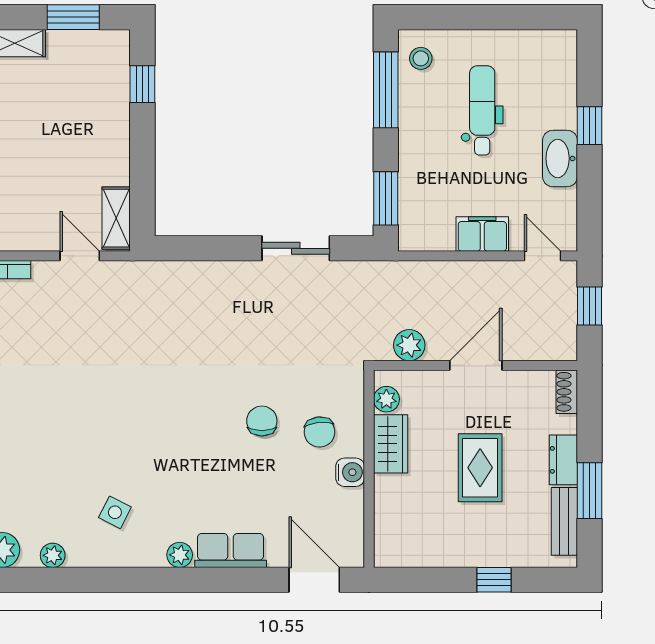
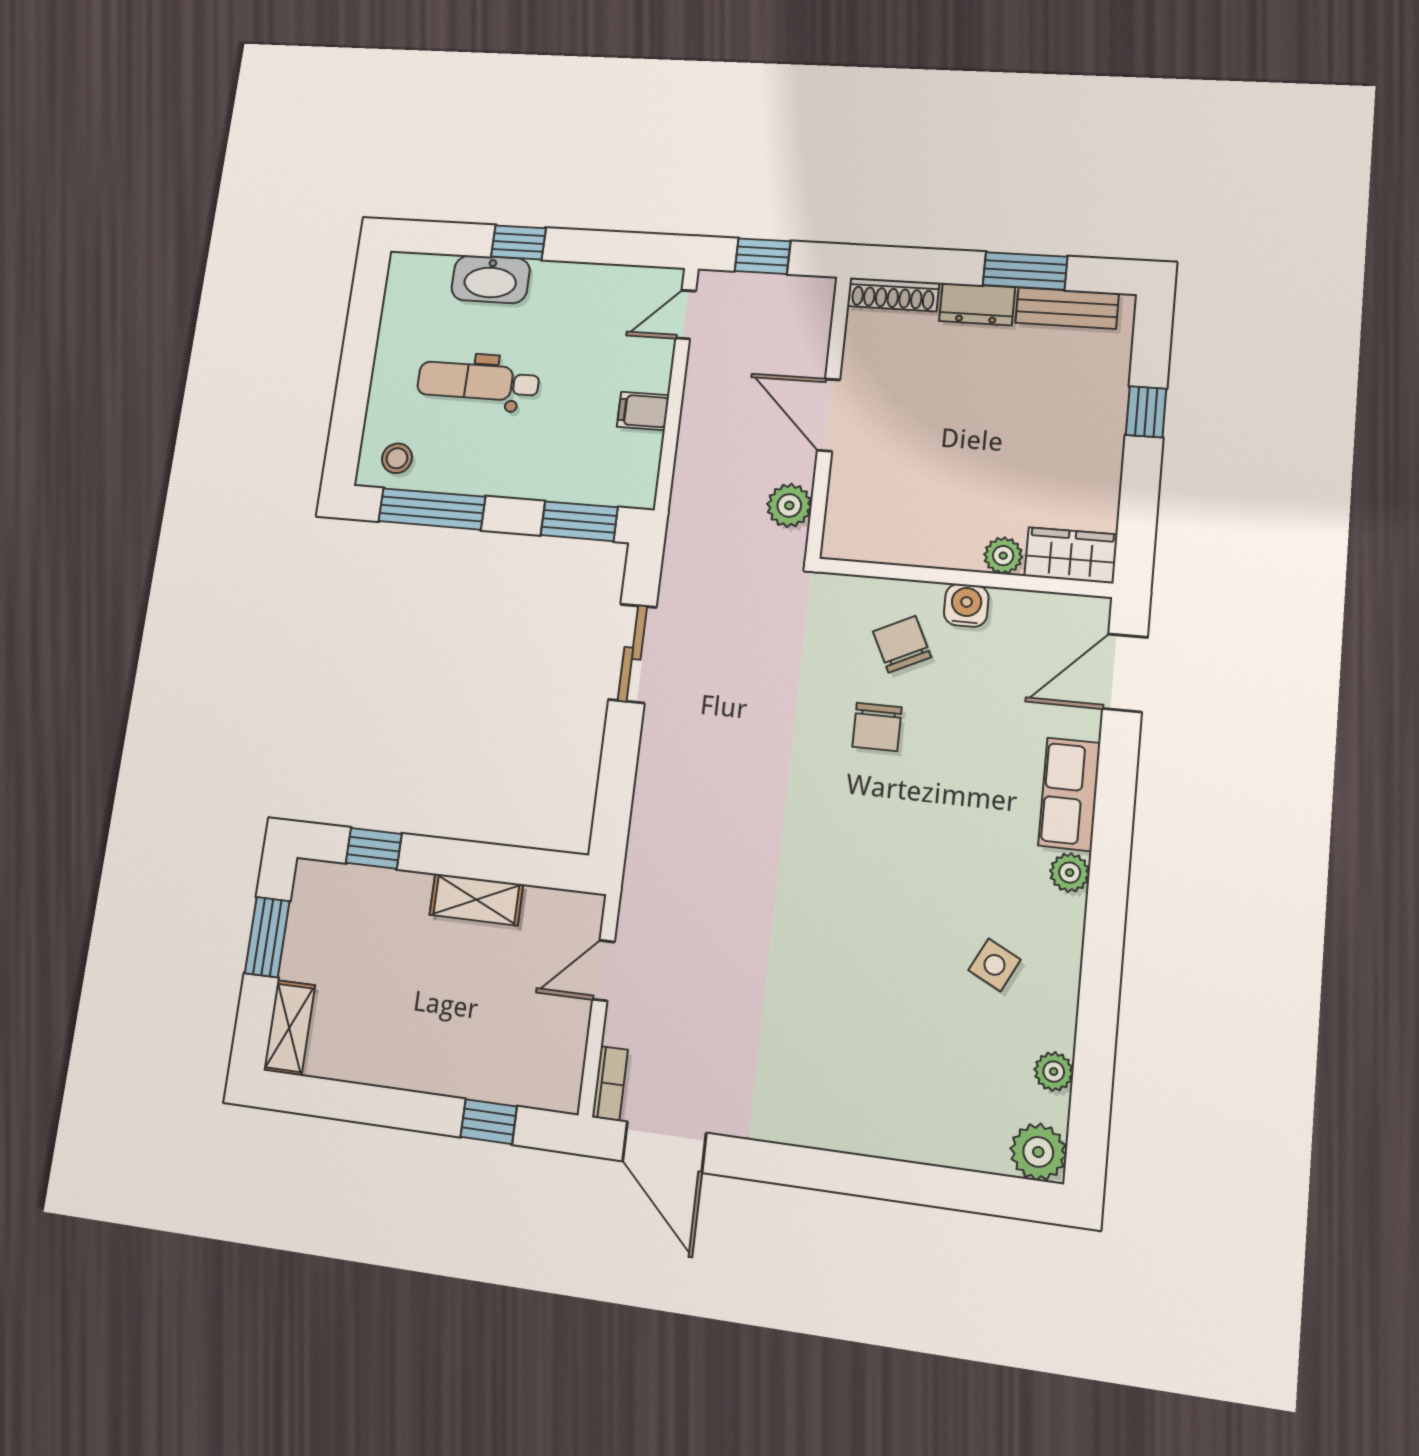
washbasin: (560, 158) -> (491, 279), moved
shelving: (116, 218) -> (476, 900), moved
filing cabinet: (482, 234) -> (643, 411), width x0.50
shoe rack: (567, 392) -> (893, 294), width x1.43
plant: (386, 399) -> (1003, 556), moved
chair: (262, 421) -> (877, 727), turned -90
chair: (320, 432) -> (902, 644), turned -110
wardrobe: (391, 444) -> (1071, 555), moved
rug: (480, 468) -> (977, 420), removed

